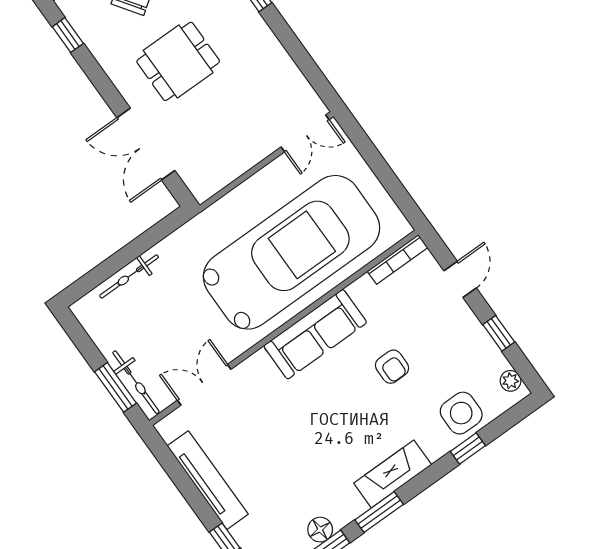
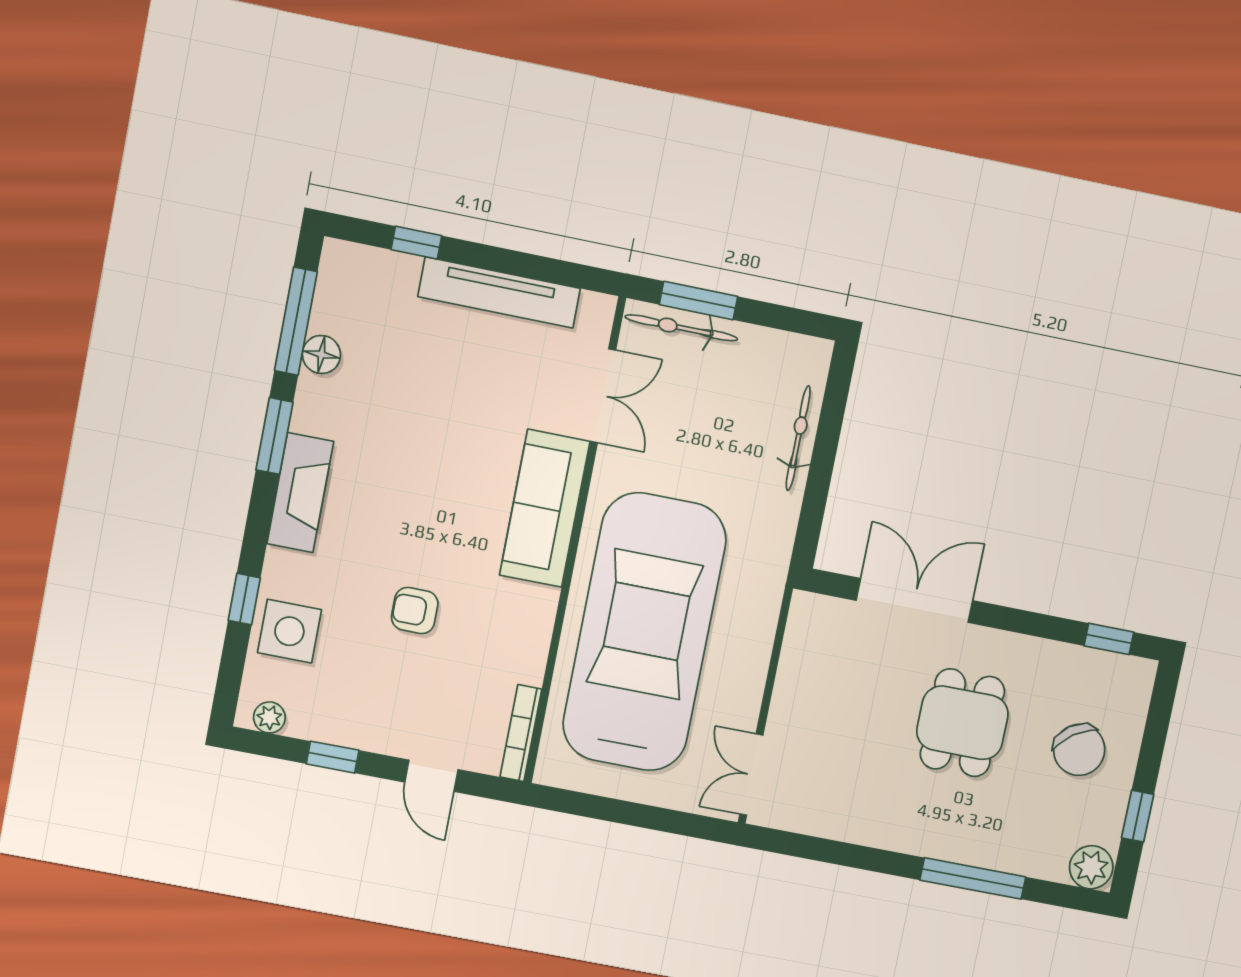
car: (292, 252) -> (644, 632), turned 180
sofa: (315, 334) -> (545, 508), moved

